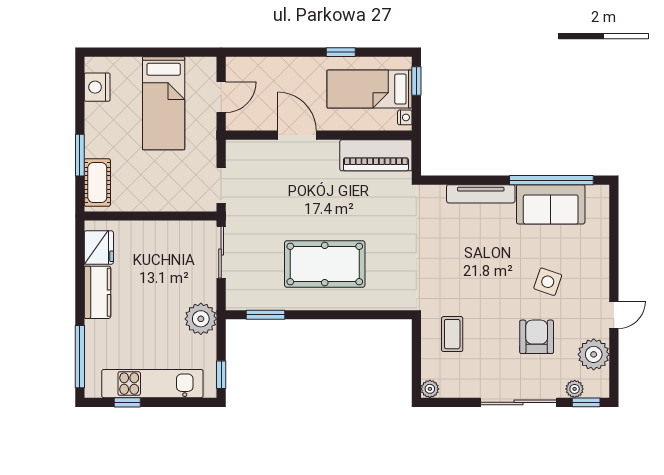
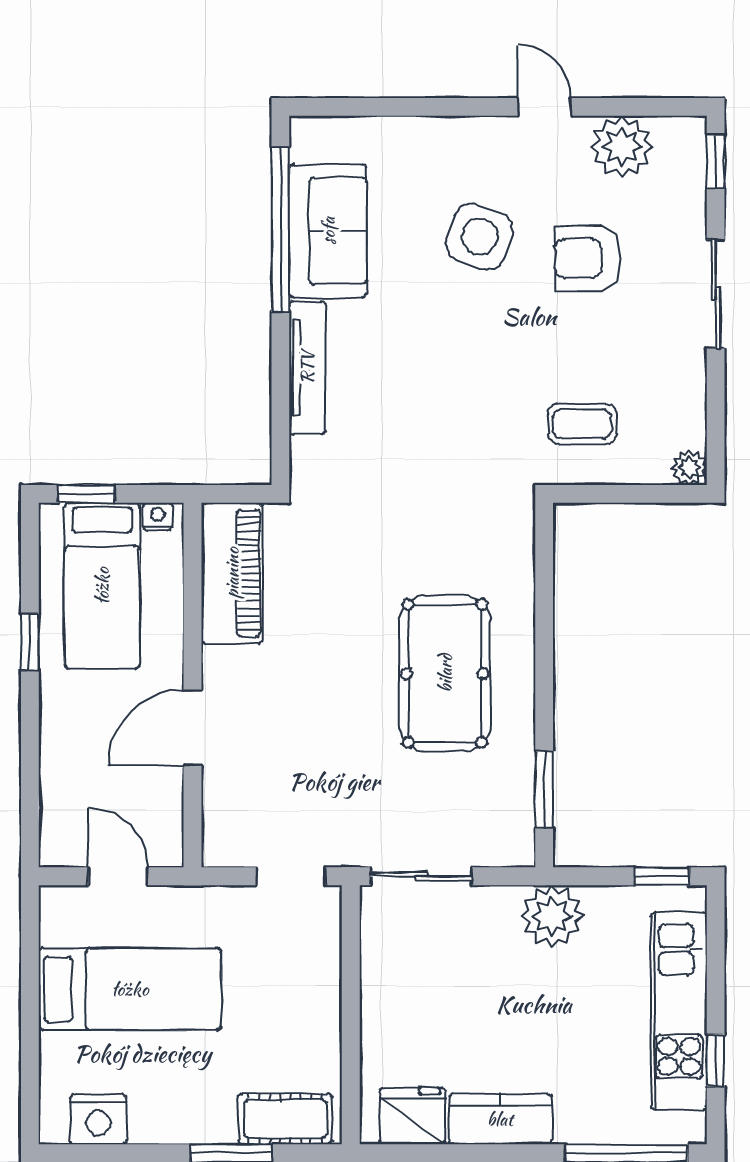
side table: (548, 282) -> (480, 237), width x1.37, depth x1.37
plant: (575, 389) -> (690, 184), removed
sliding door: (518, 402) -> (716, 294), width x0.73

